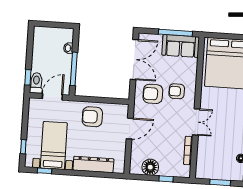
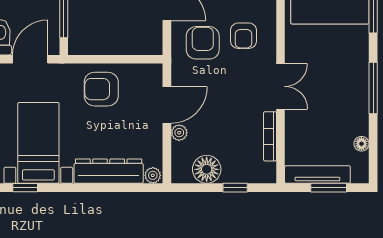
armchair: (177, 91) -> (243, 36), turned -90
armchair: (153, 94) -> (203, 43), turned 90
plant: (136, 145) -> (179, 133), added
plant: (119, 169) -> (153, 175), added
tv unit: (214, 174) -> (317, 175), added

